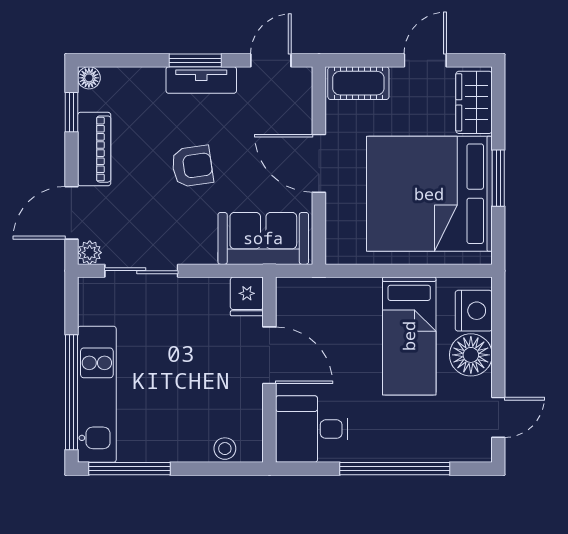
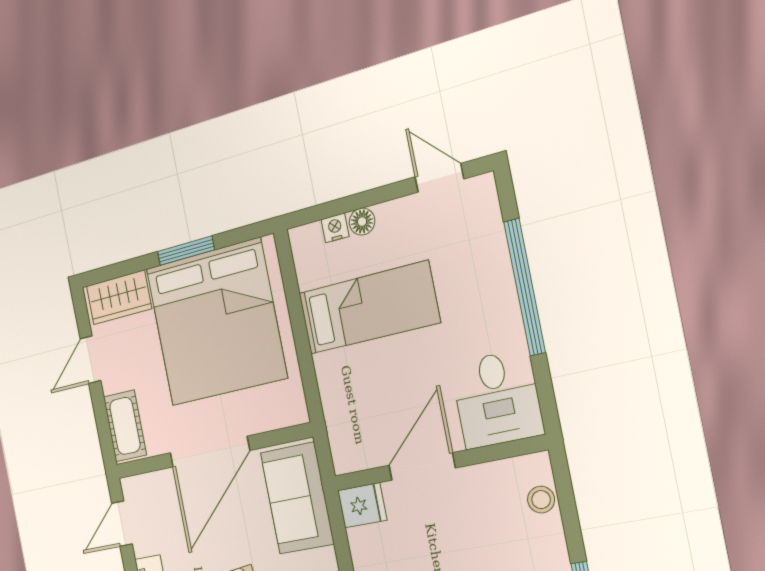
door: (271, 60) -> (122, 524), hinge flipped
door: (425, 60) -> (90, 360), hinge flipped
door: (319, 163) -> (210, 452), width x1.36
nightstand: (474, 311) -> (335, 228), width x0.53, depth x0.56
floor lamp: (471, 355) -> (362, 222), width x0.53, depth x0.53

